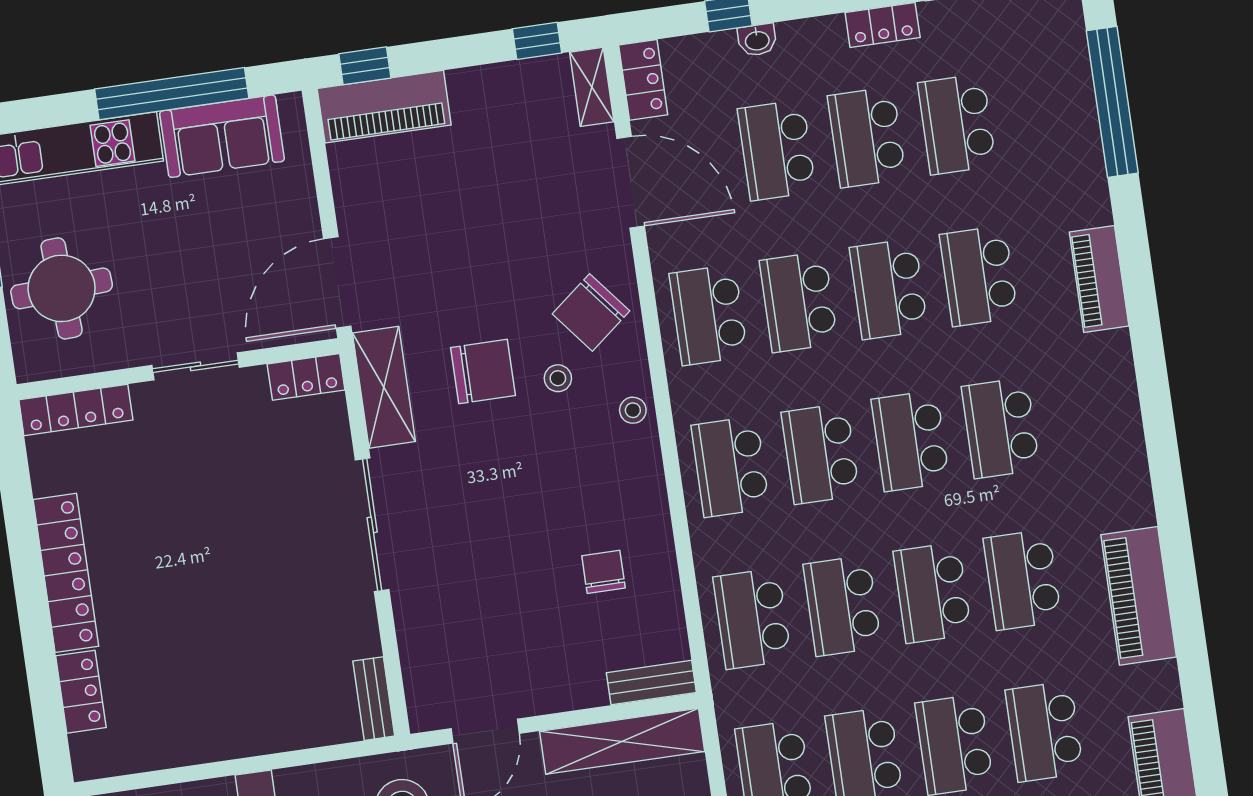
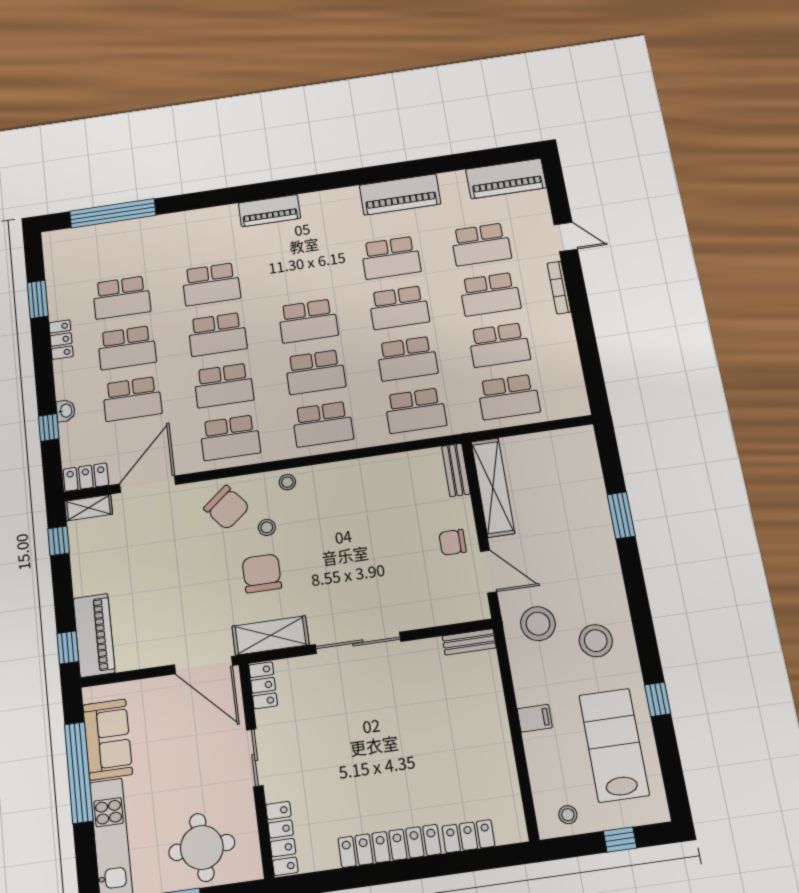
piano: (1099, 279) -> (269, 211), moved
school desk: (1001, 428) -> (301, 271), removed
chair: (603, 572) -> (453, 542), moved

